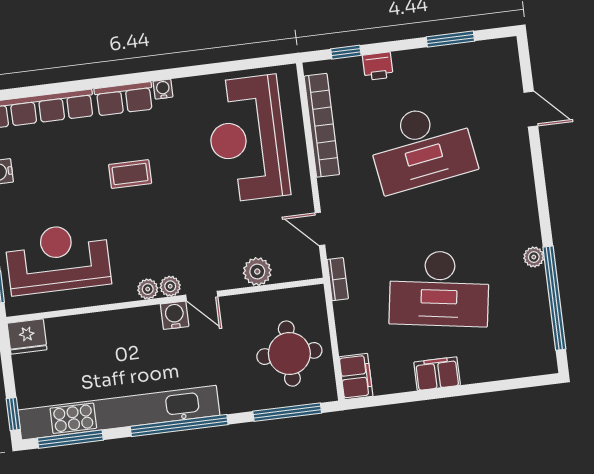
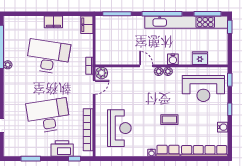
printer: (378, 66) -> (62, 149), width x1.87, depth x1.48
reception desk: (247, 139) -> (119, 128), width x0.74, depth x0.77
door: (320, 229) -> (94, 87), hinge flipped
plant: (257, 272) -> (102, 73), moved
water cooler: (175, 315) -> (173, 59), moved
fridge: (27, 336) -> (200, 58), moved
round table: (289, 354) -> (113, 38), removed

